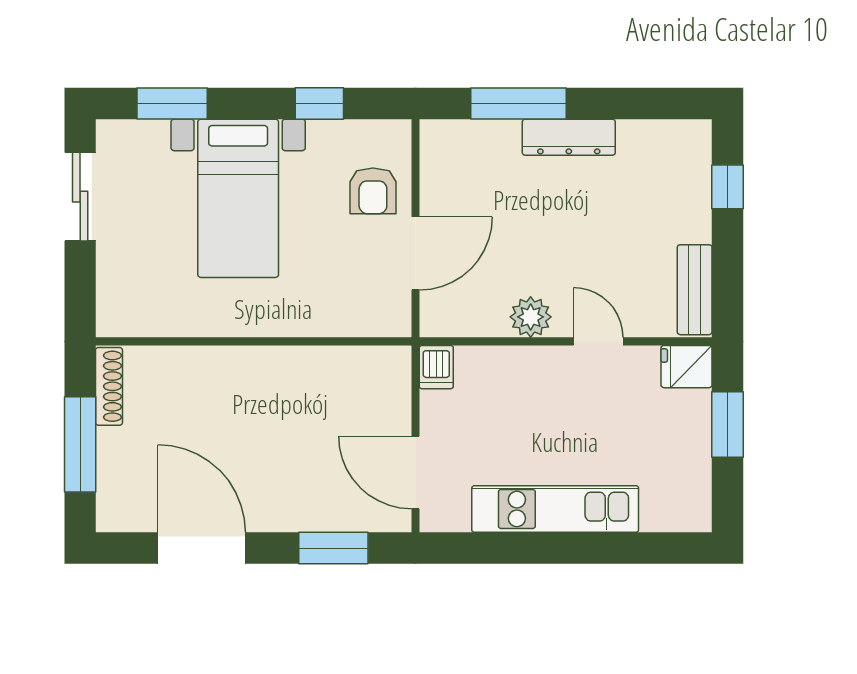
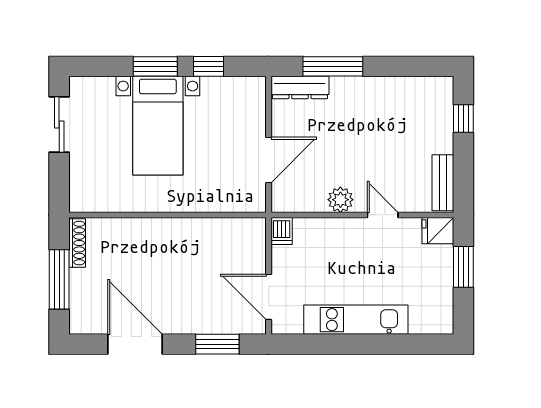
window: (172, 103) -> (155, 66), moved
dresser: (569, 137) -> (300, 87), moved
armchair: (373, 191) -> (242, 121), removed

